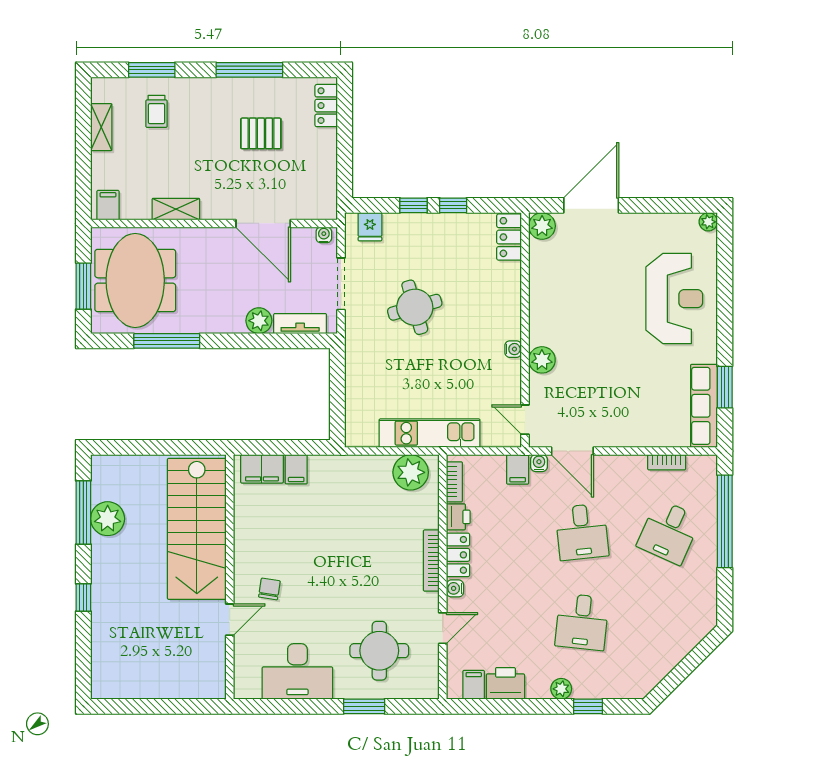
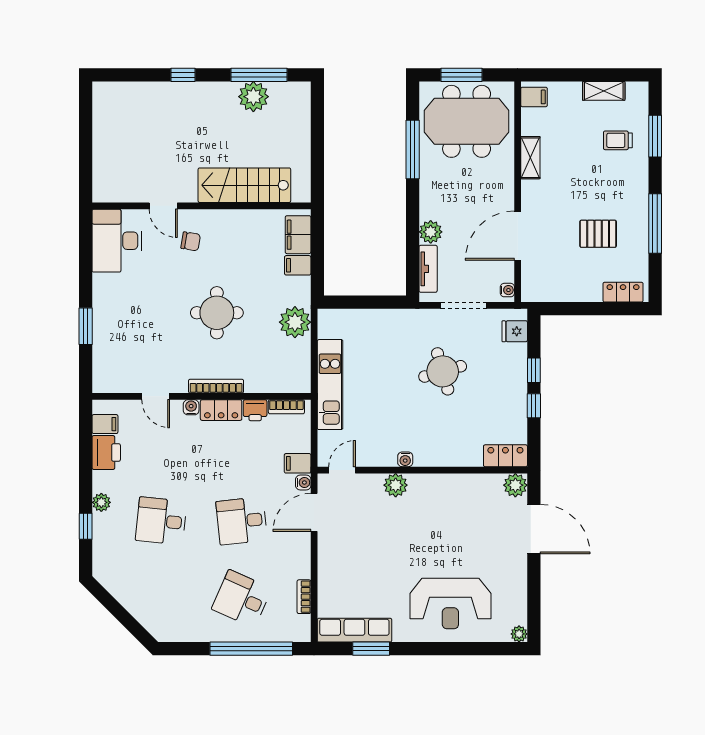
pallet: (261, 133) -> (598, 234), turned 90
plant: (411, 472) -> (295, 322), moved
stairs: (197, 529) -> (244, 185), width x0.73, depth x0.66
round table: (379, 651) -> (217, 313), moved
desk: (297, 671) -> (117, 241), moved

